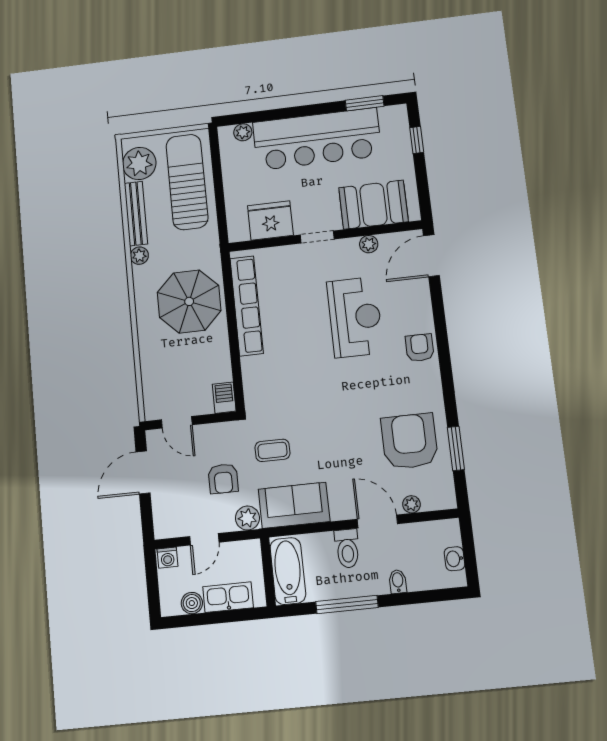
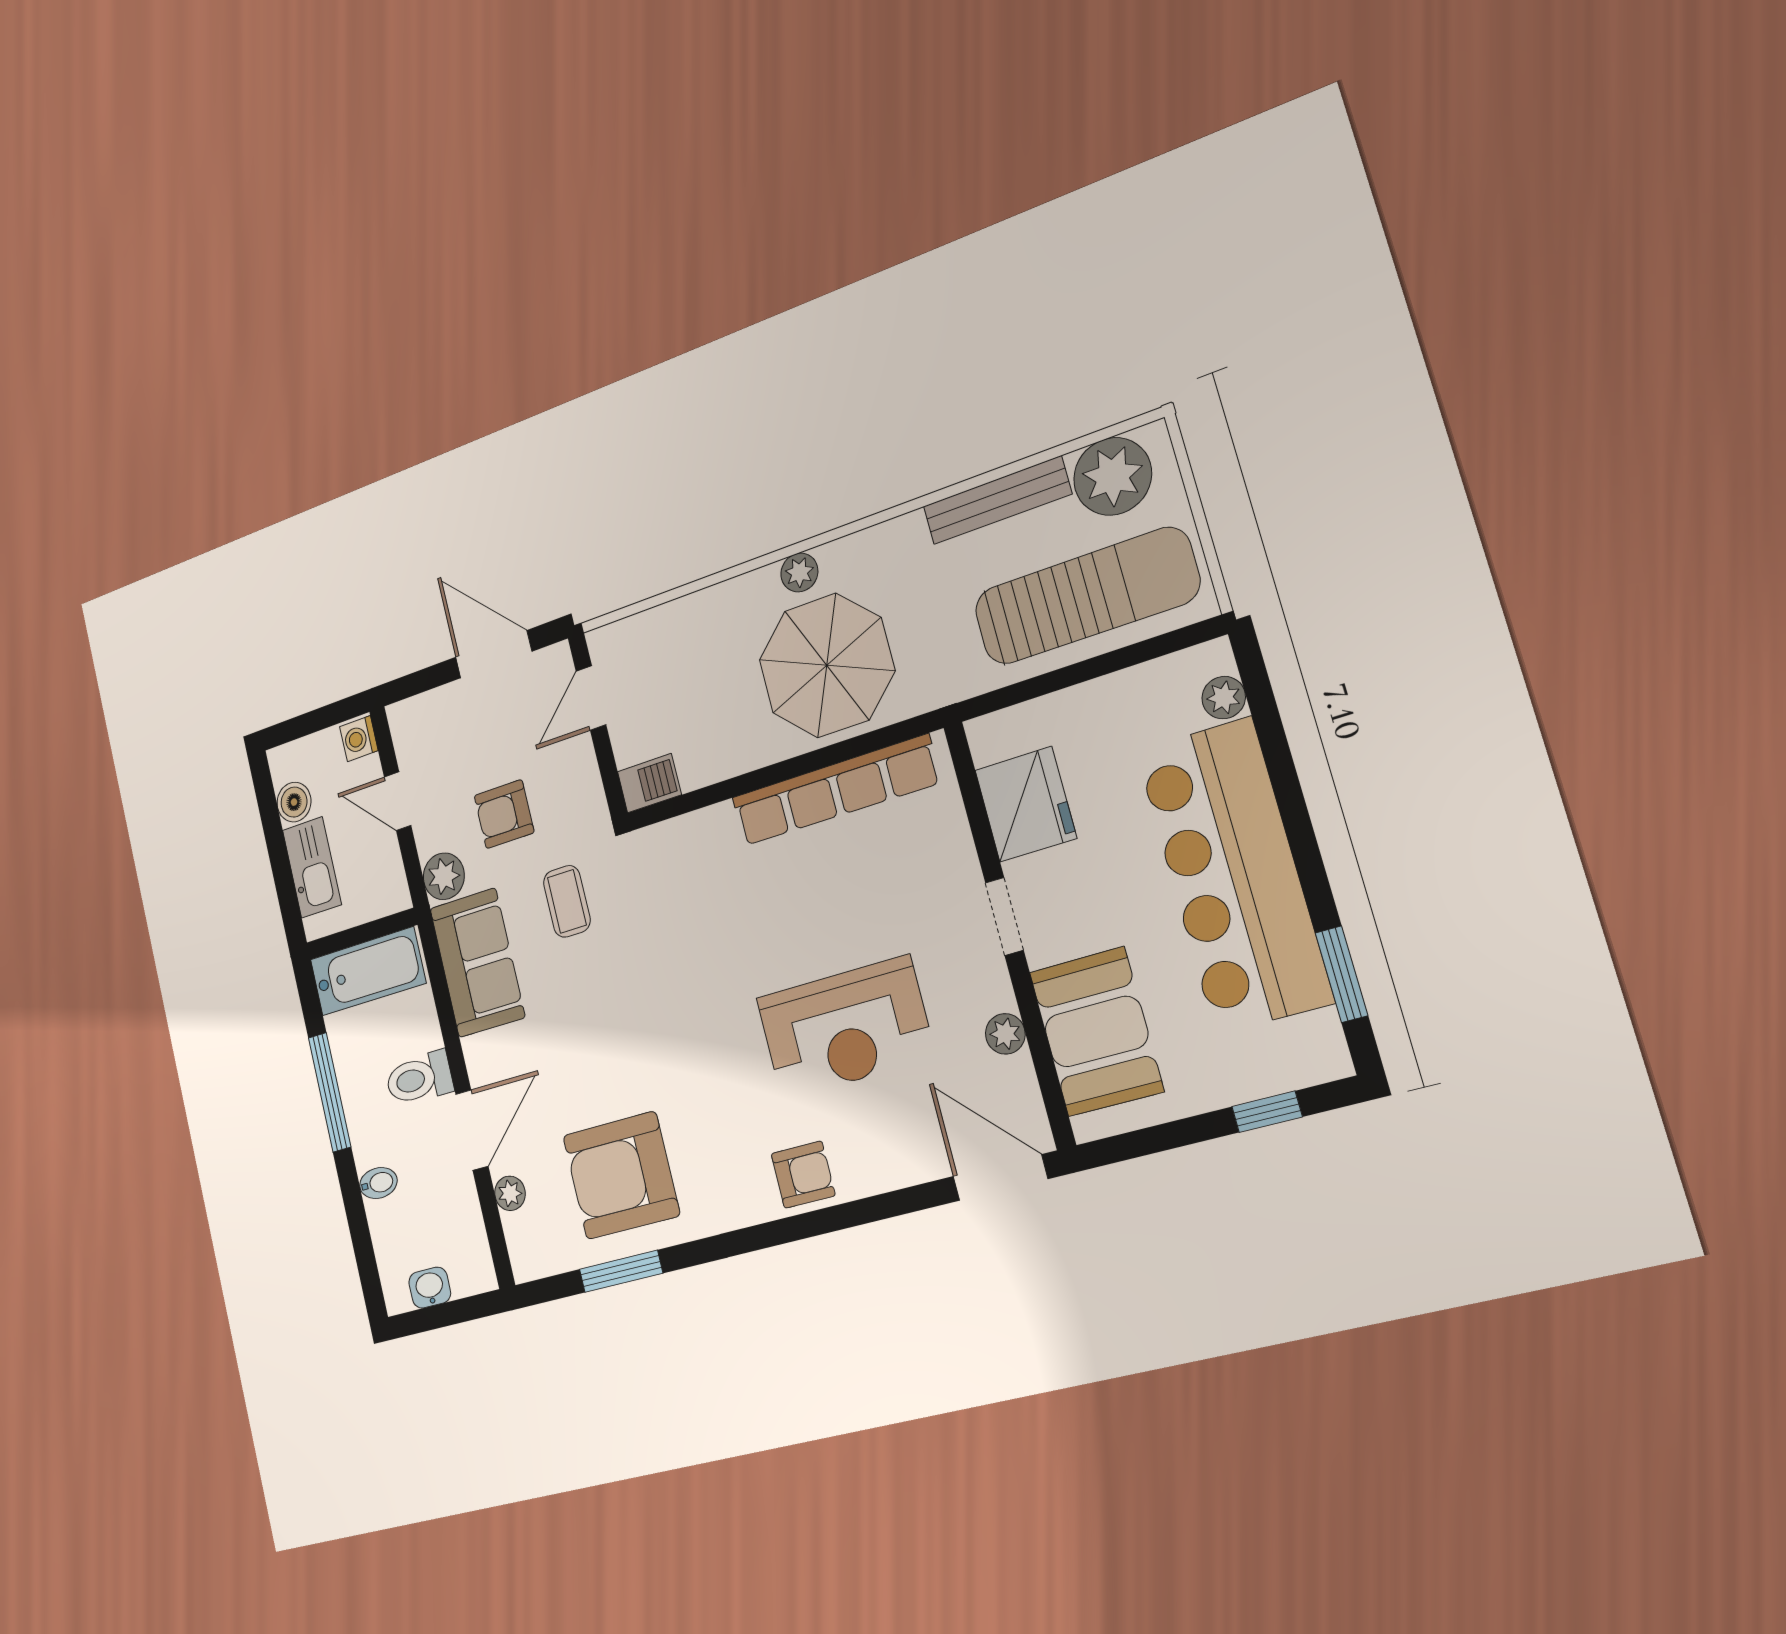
plant: (139, 256) -> (799, 573), moved
armchair: (410, 441) -> (621, 1175), turned 180

